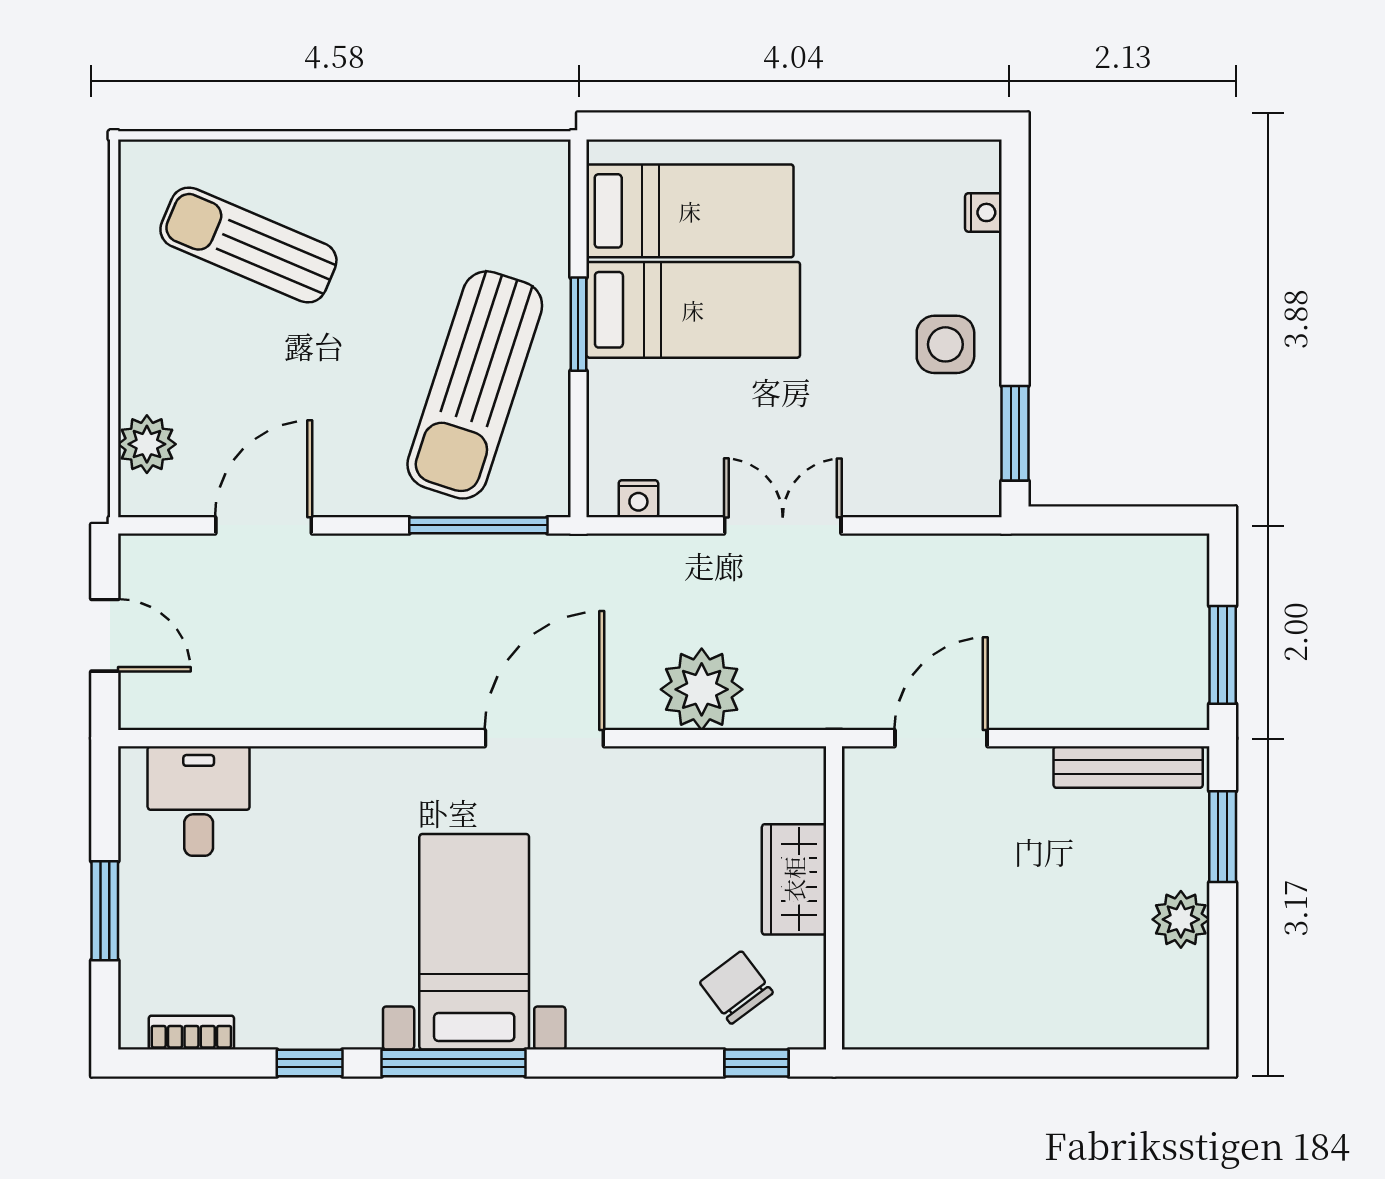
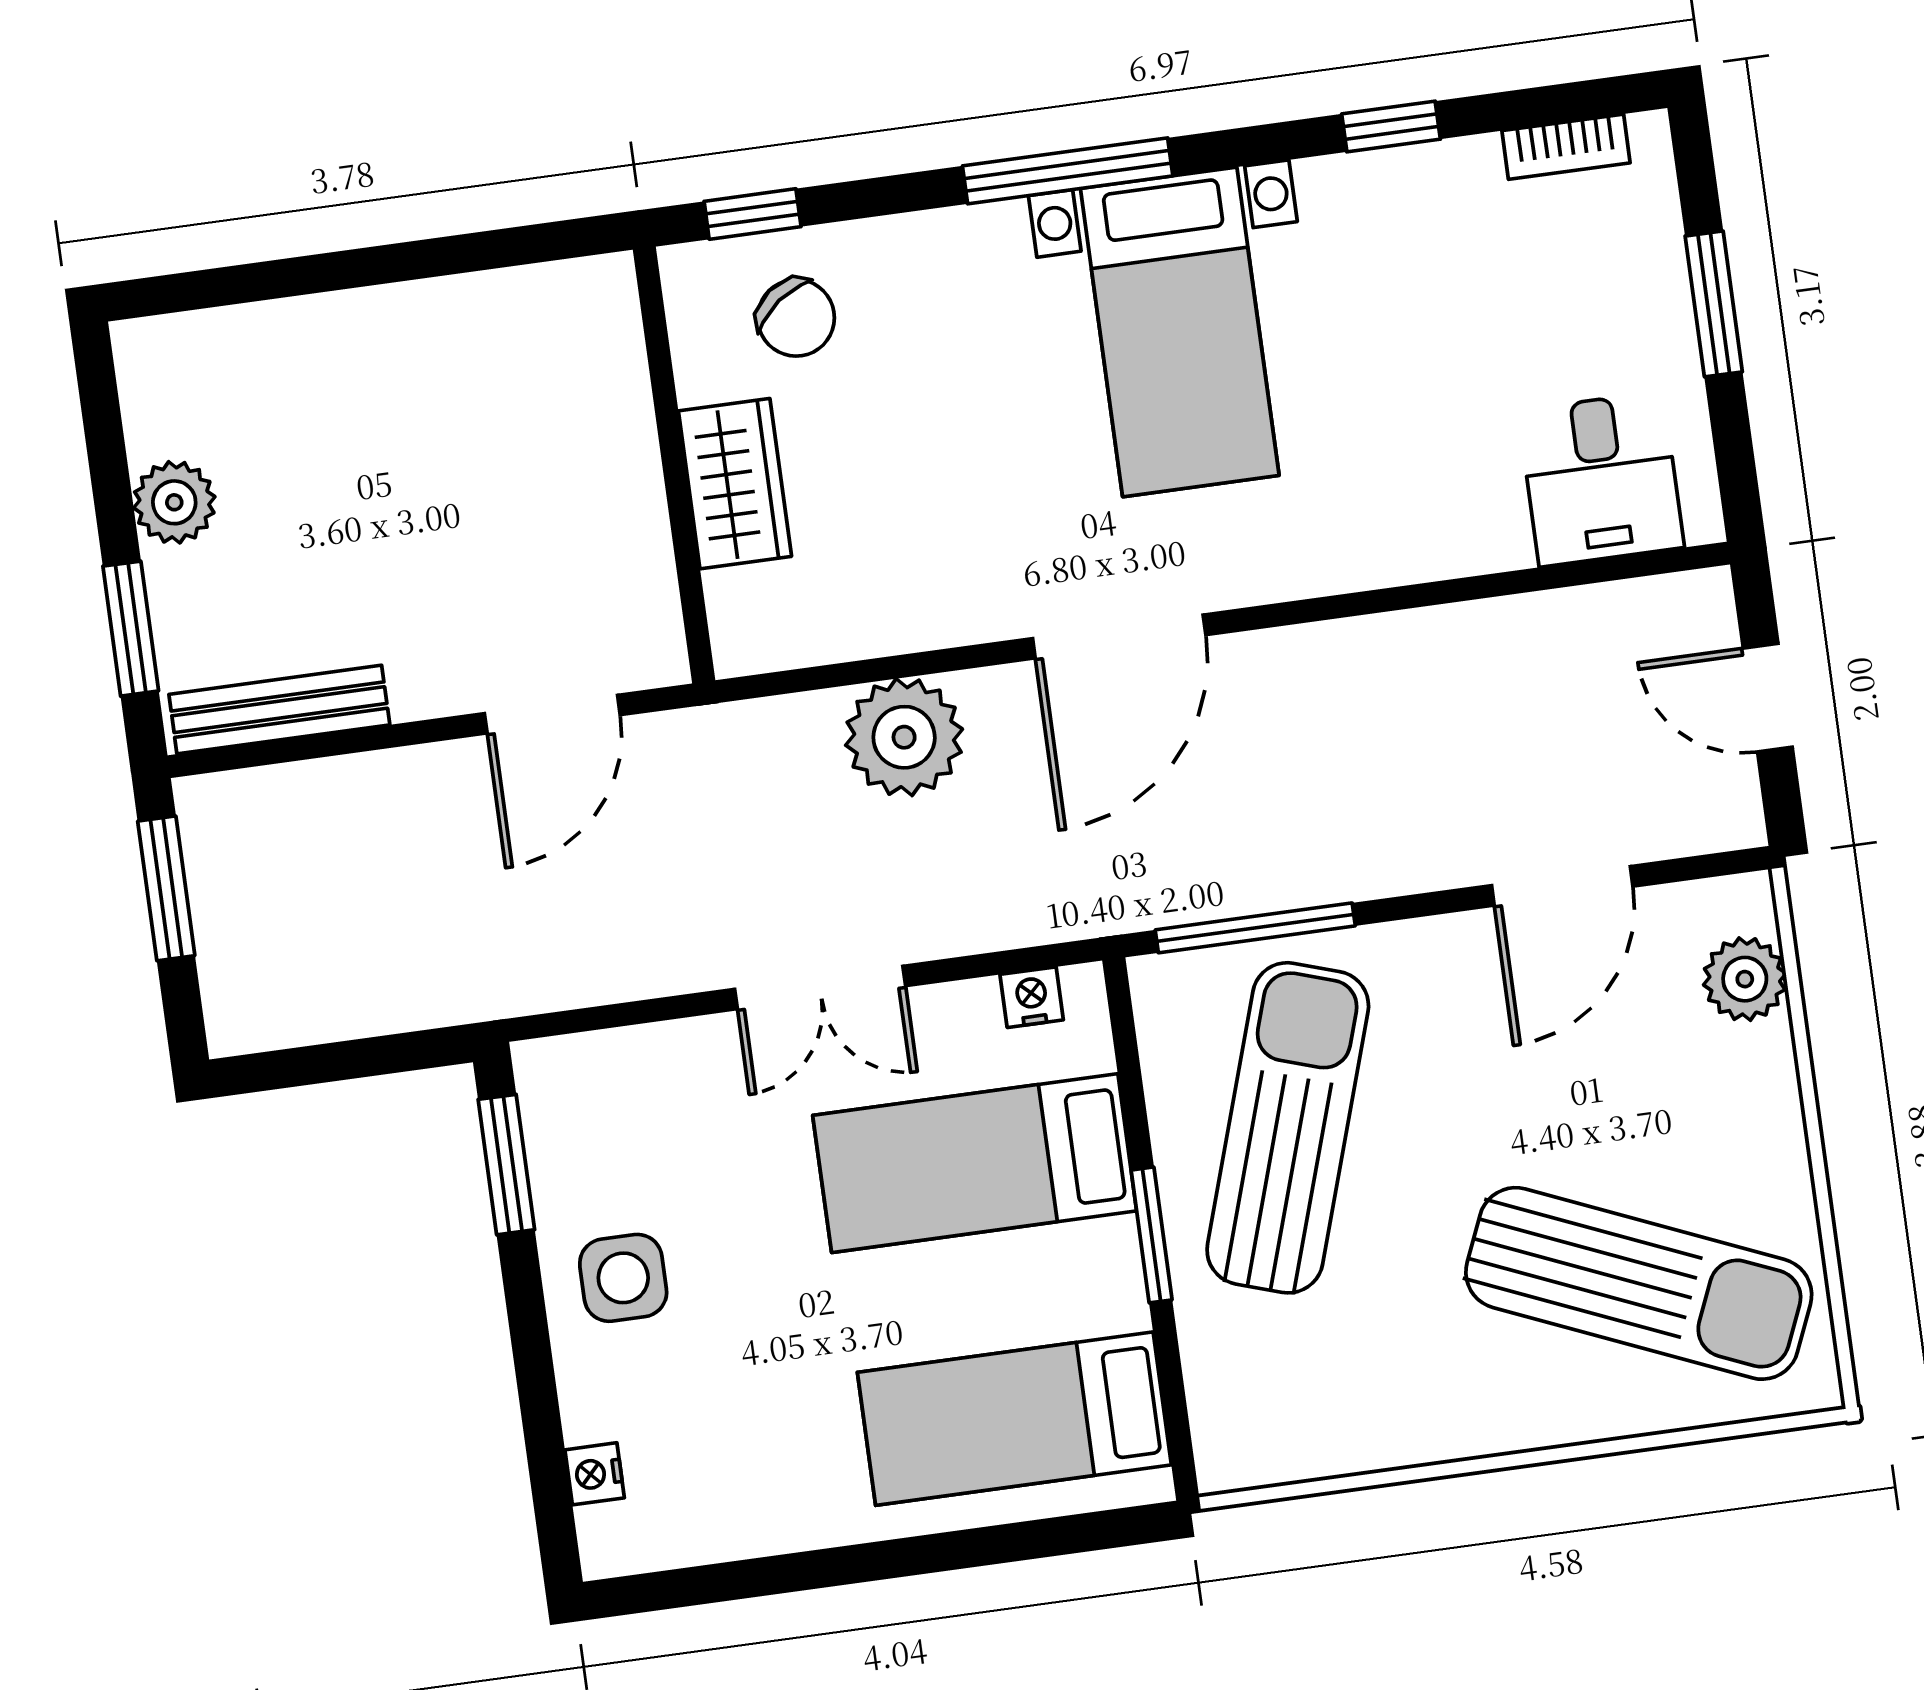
sun lounger: (248, 245) -> (1639, 1283), width x1.36, depth x1.34
bed: (693, 310) -> (975, 1163), moved
window: (453, 1063) -> (1068, 171), moved

